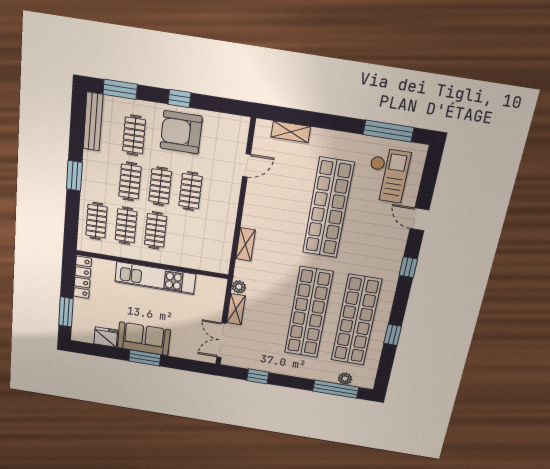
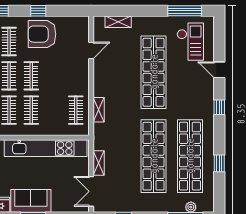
clothes rail: (190, 191) -> (76, 110), moved
kitchen unit: (155, 278) -> (46, 148), width x1.36
plant: (239, 287) -> (98, 144), removed

